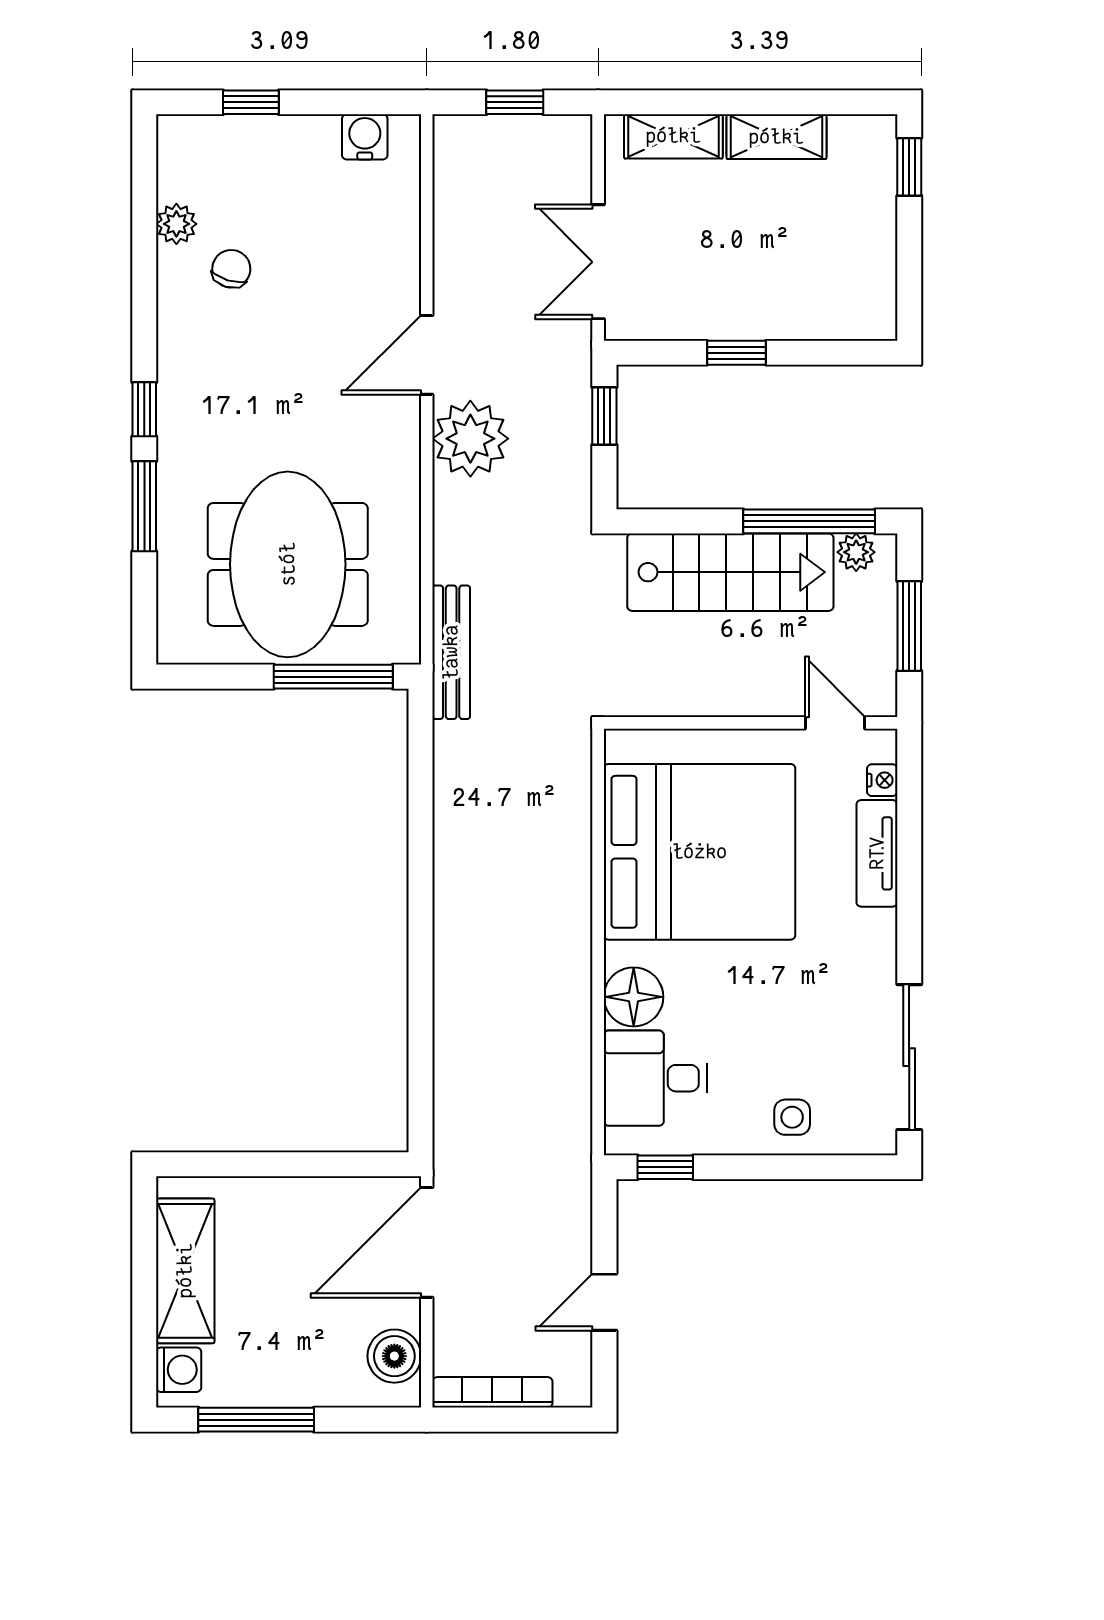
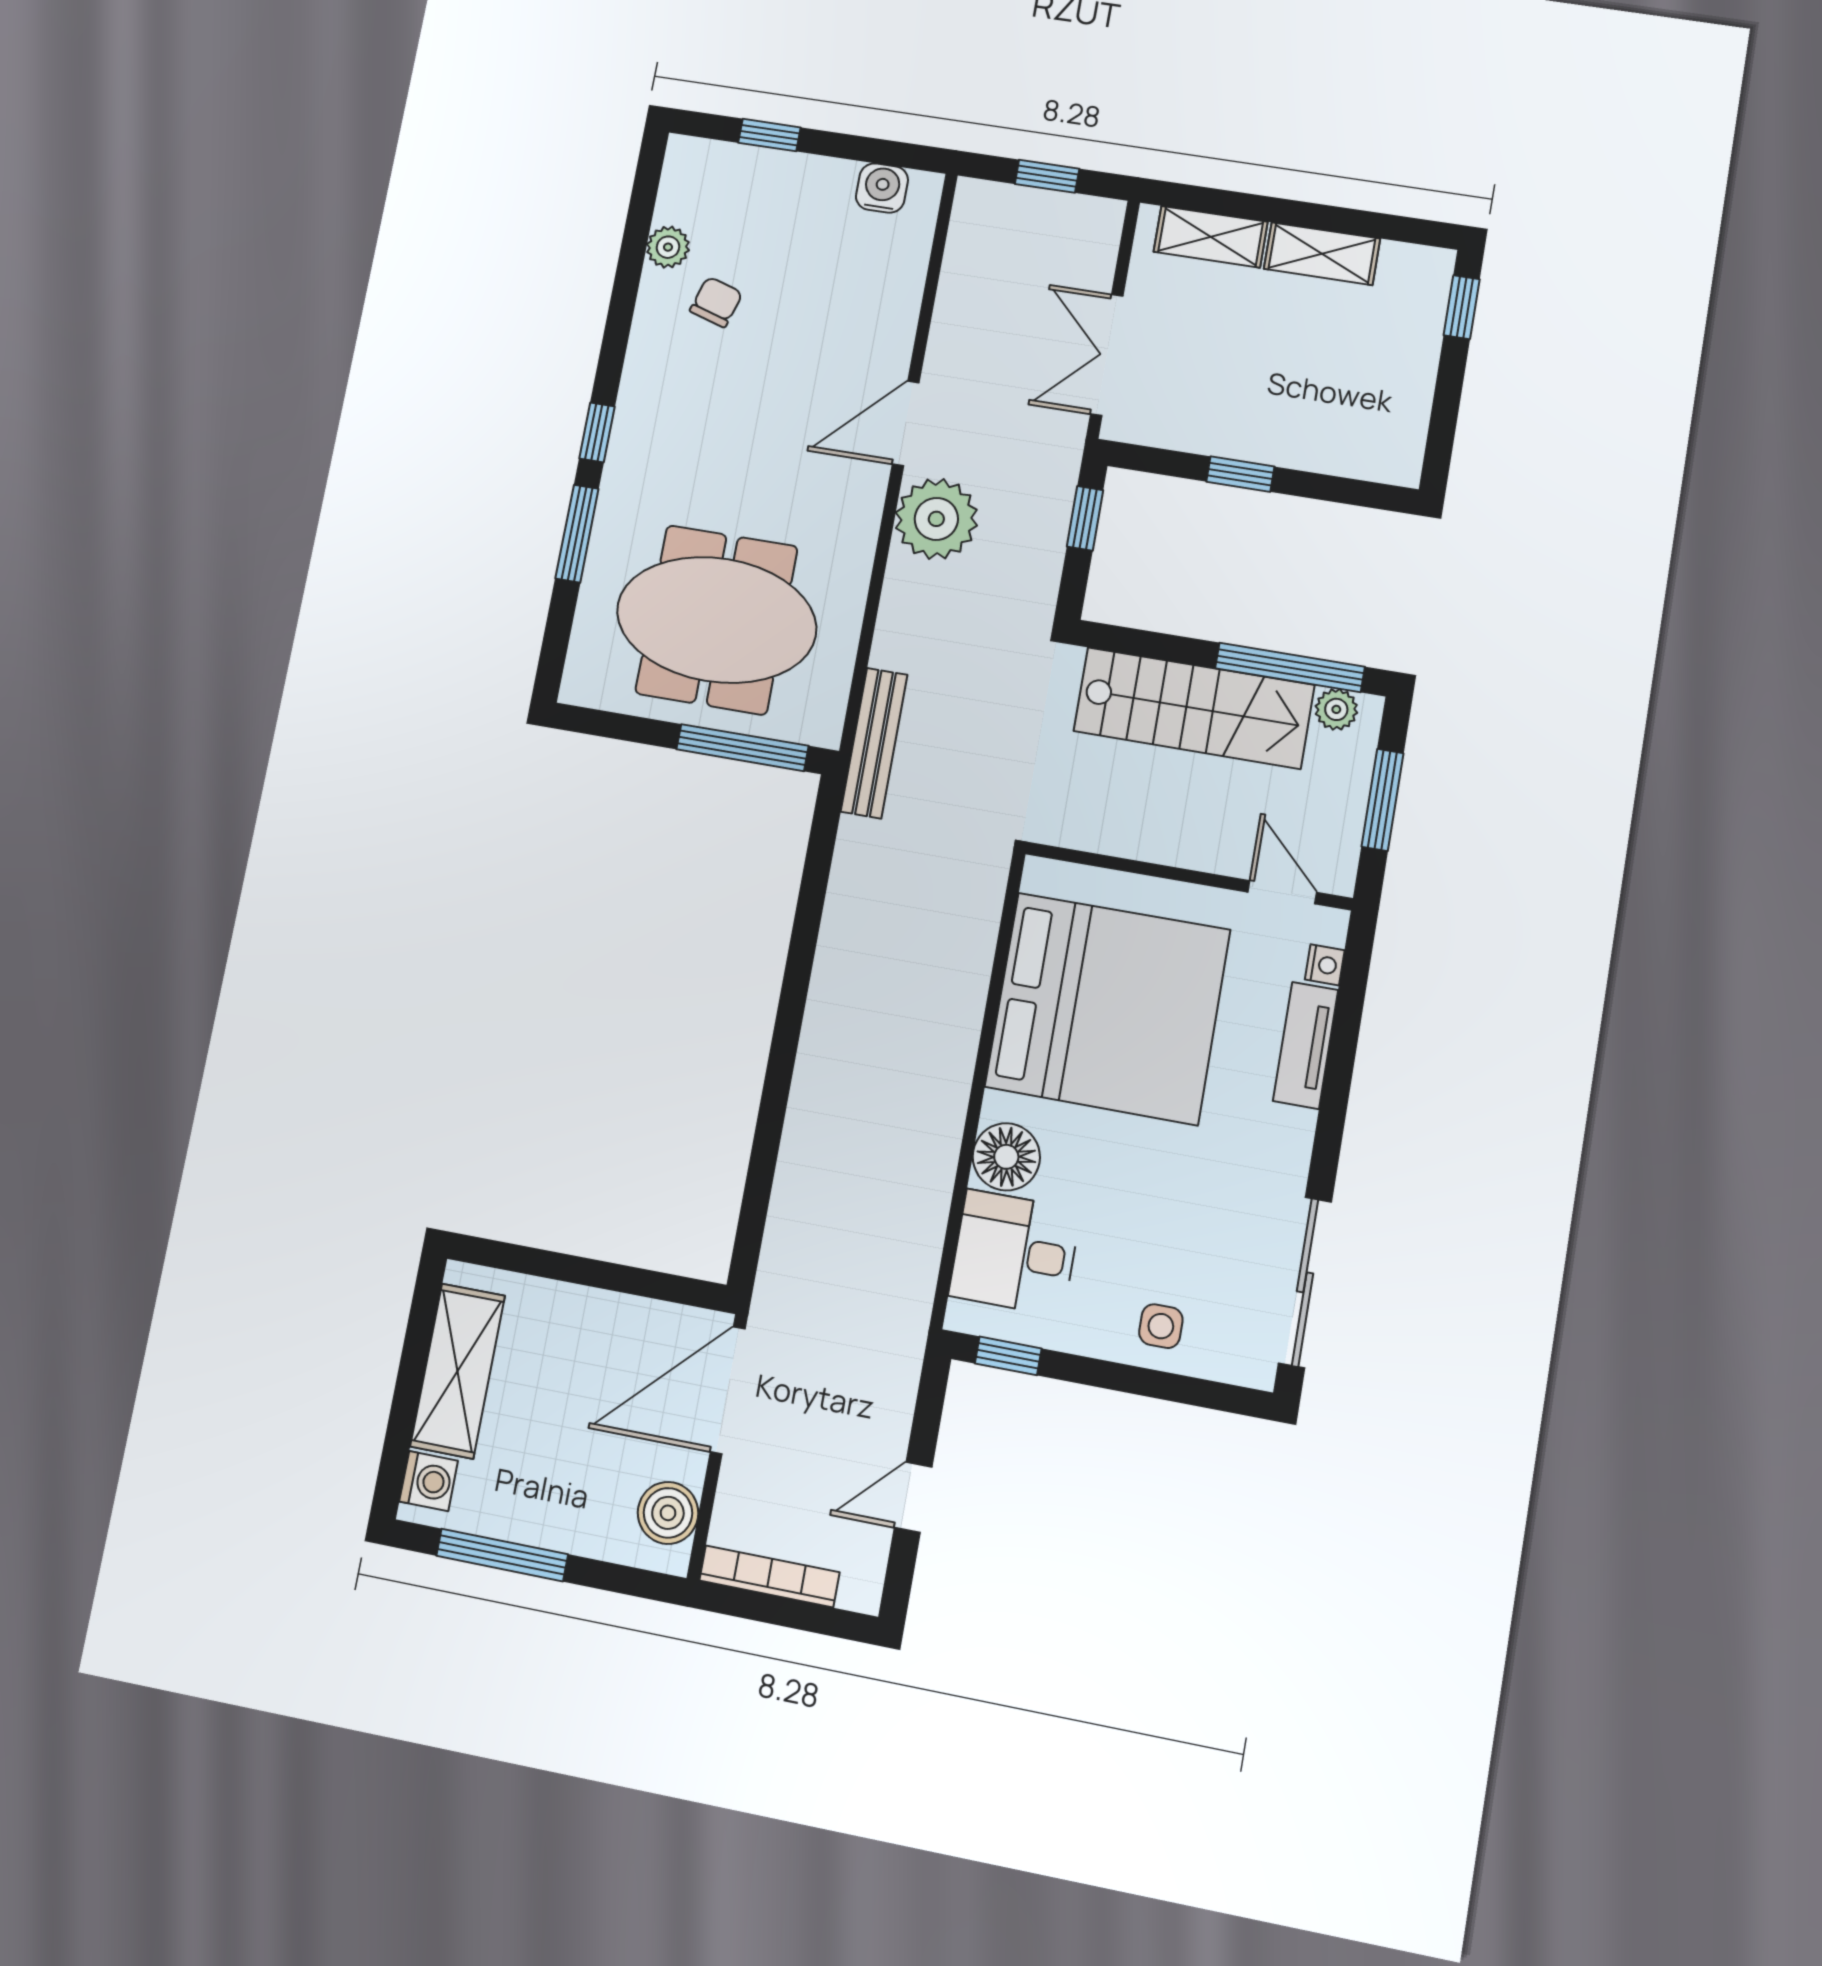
meeting table: (288, 564) -> (717, 620), turned 90

